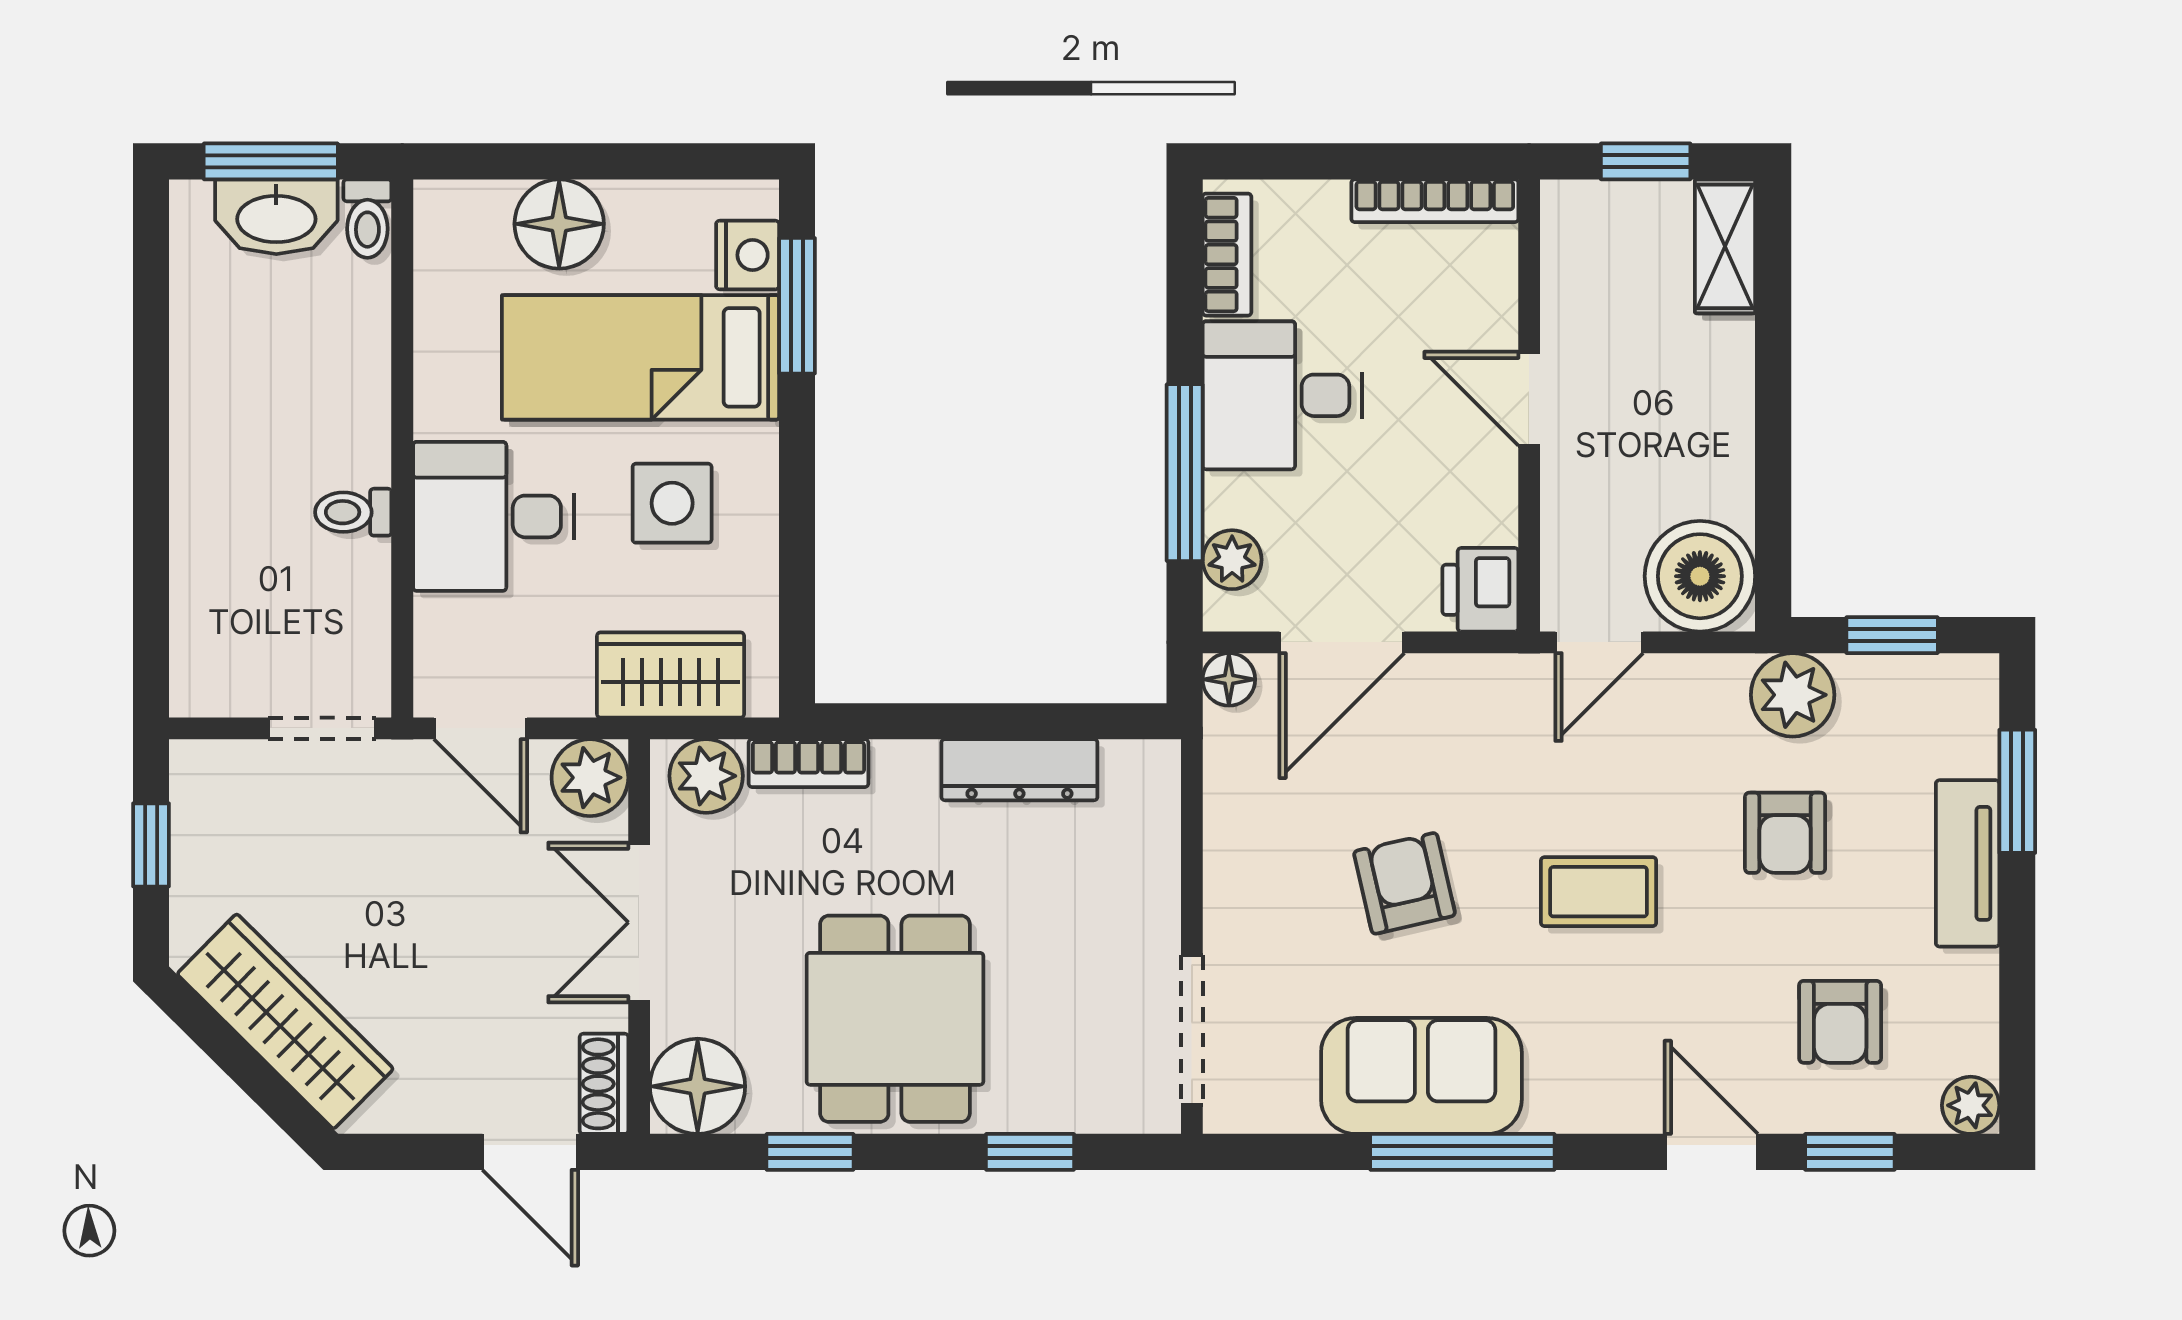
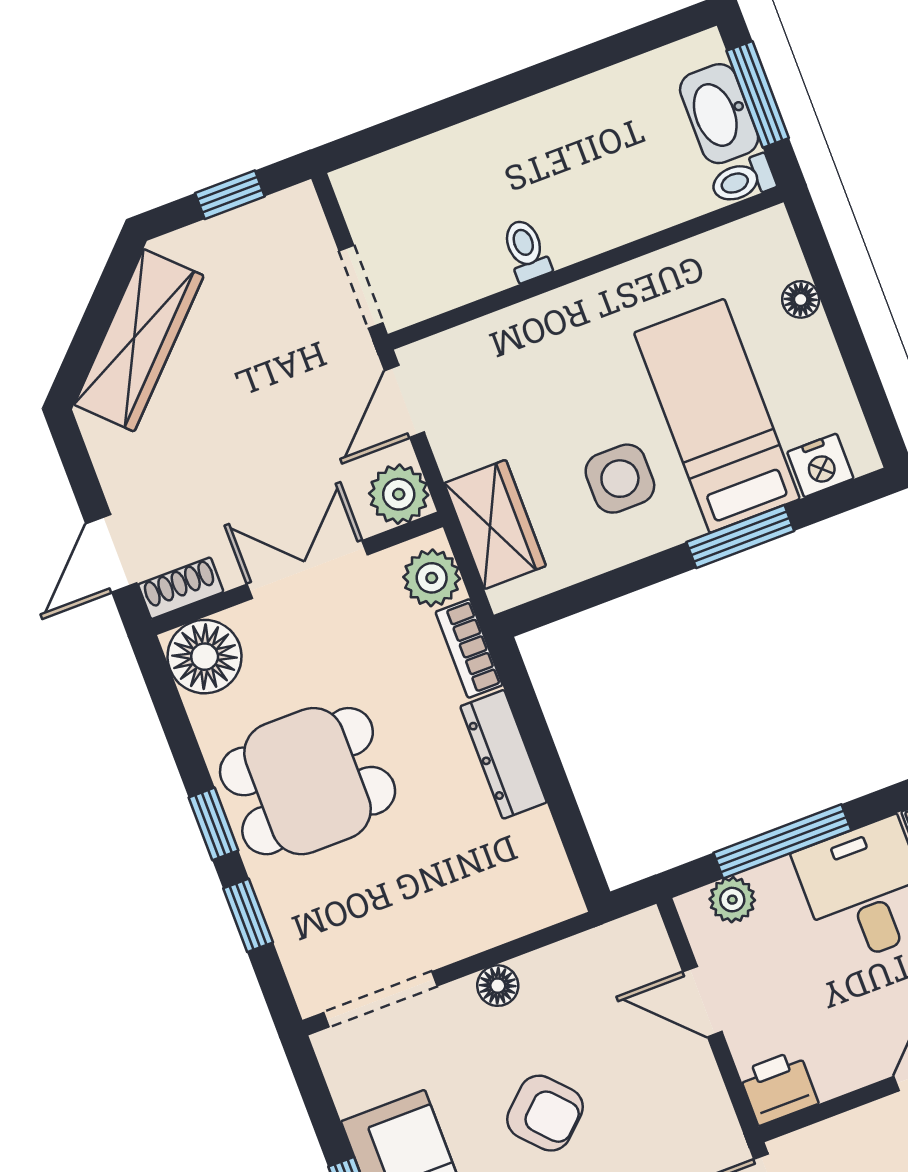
floor lamp: (559, 224) -> (801, 299), width x0.53, depth x0.53
window: (797, 306) -> (740, 537), moved
desk: (493, 516) -> (561, 353), removed
door: (1342, 642) -> (702, 1002), width x0.73
floor lamp: (1229, 679) -> (498, 986), moved
dresser: (1019, 770) -> (504, 754), moved
armchair: (1404, 883) -> (545, 1113), turned 60
window: (810, 1152) -> (214, 824), moved

